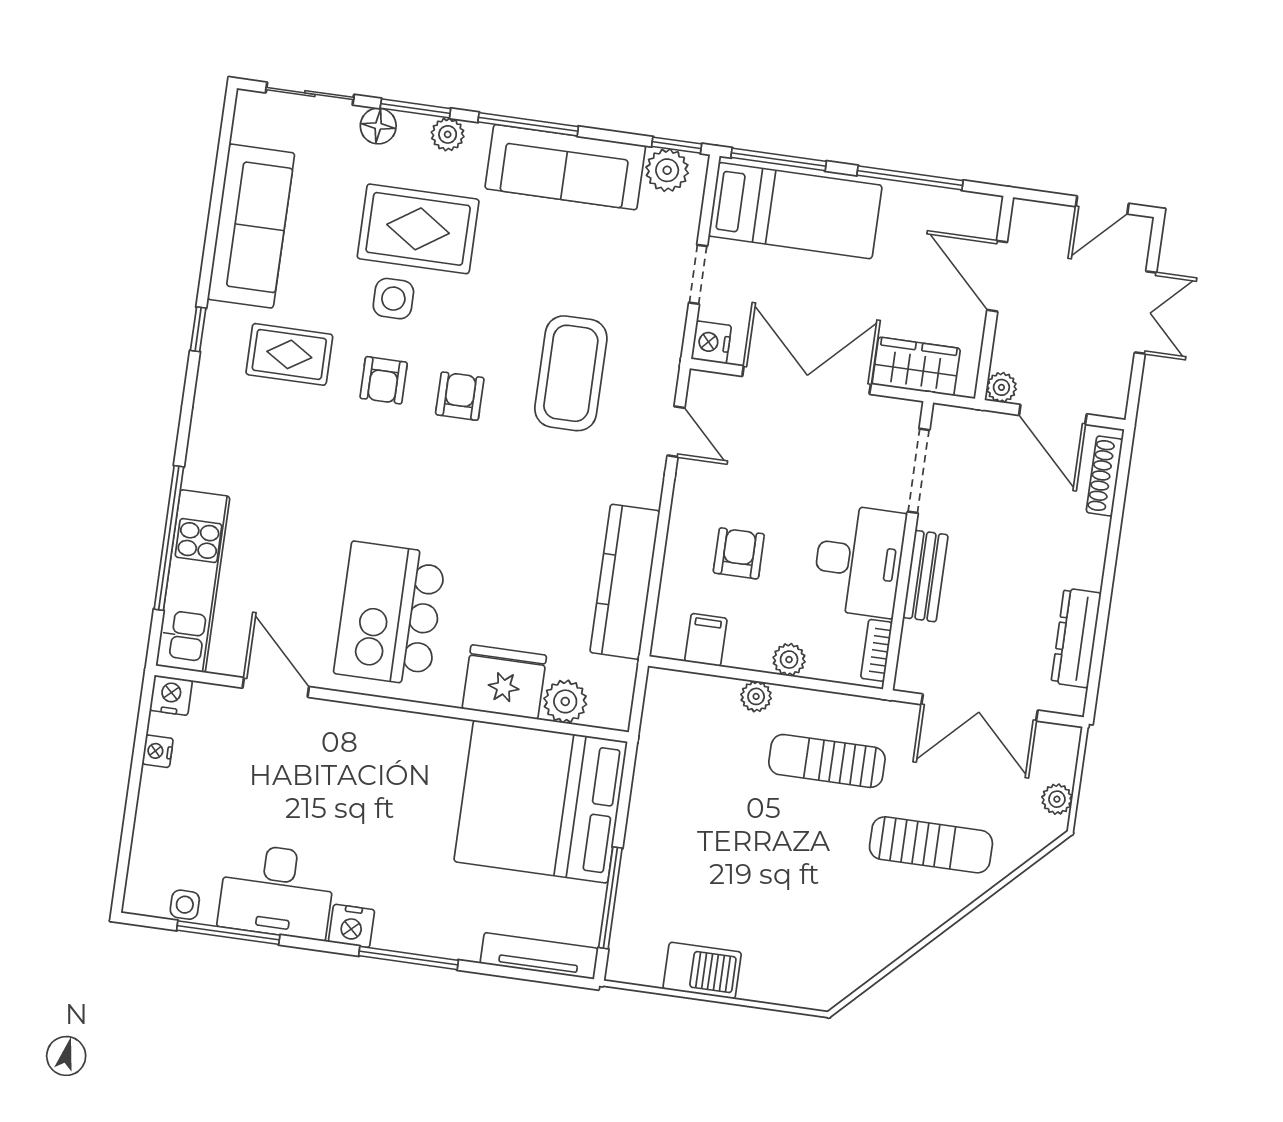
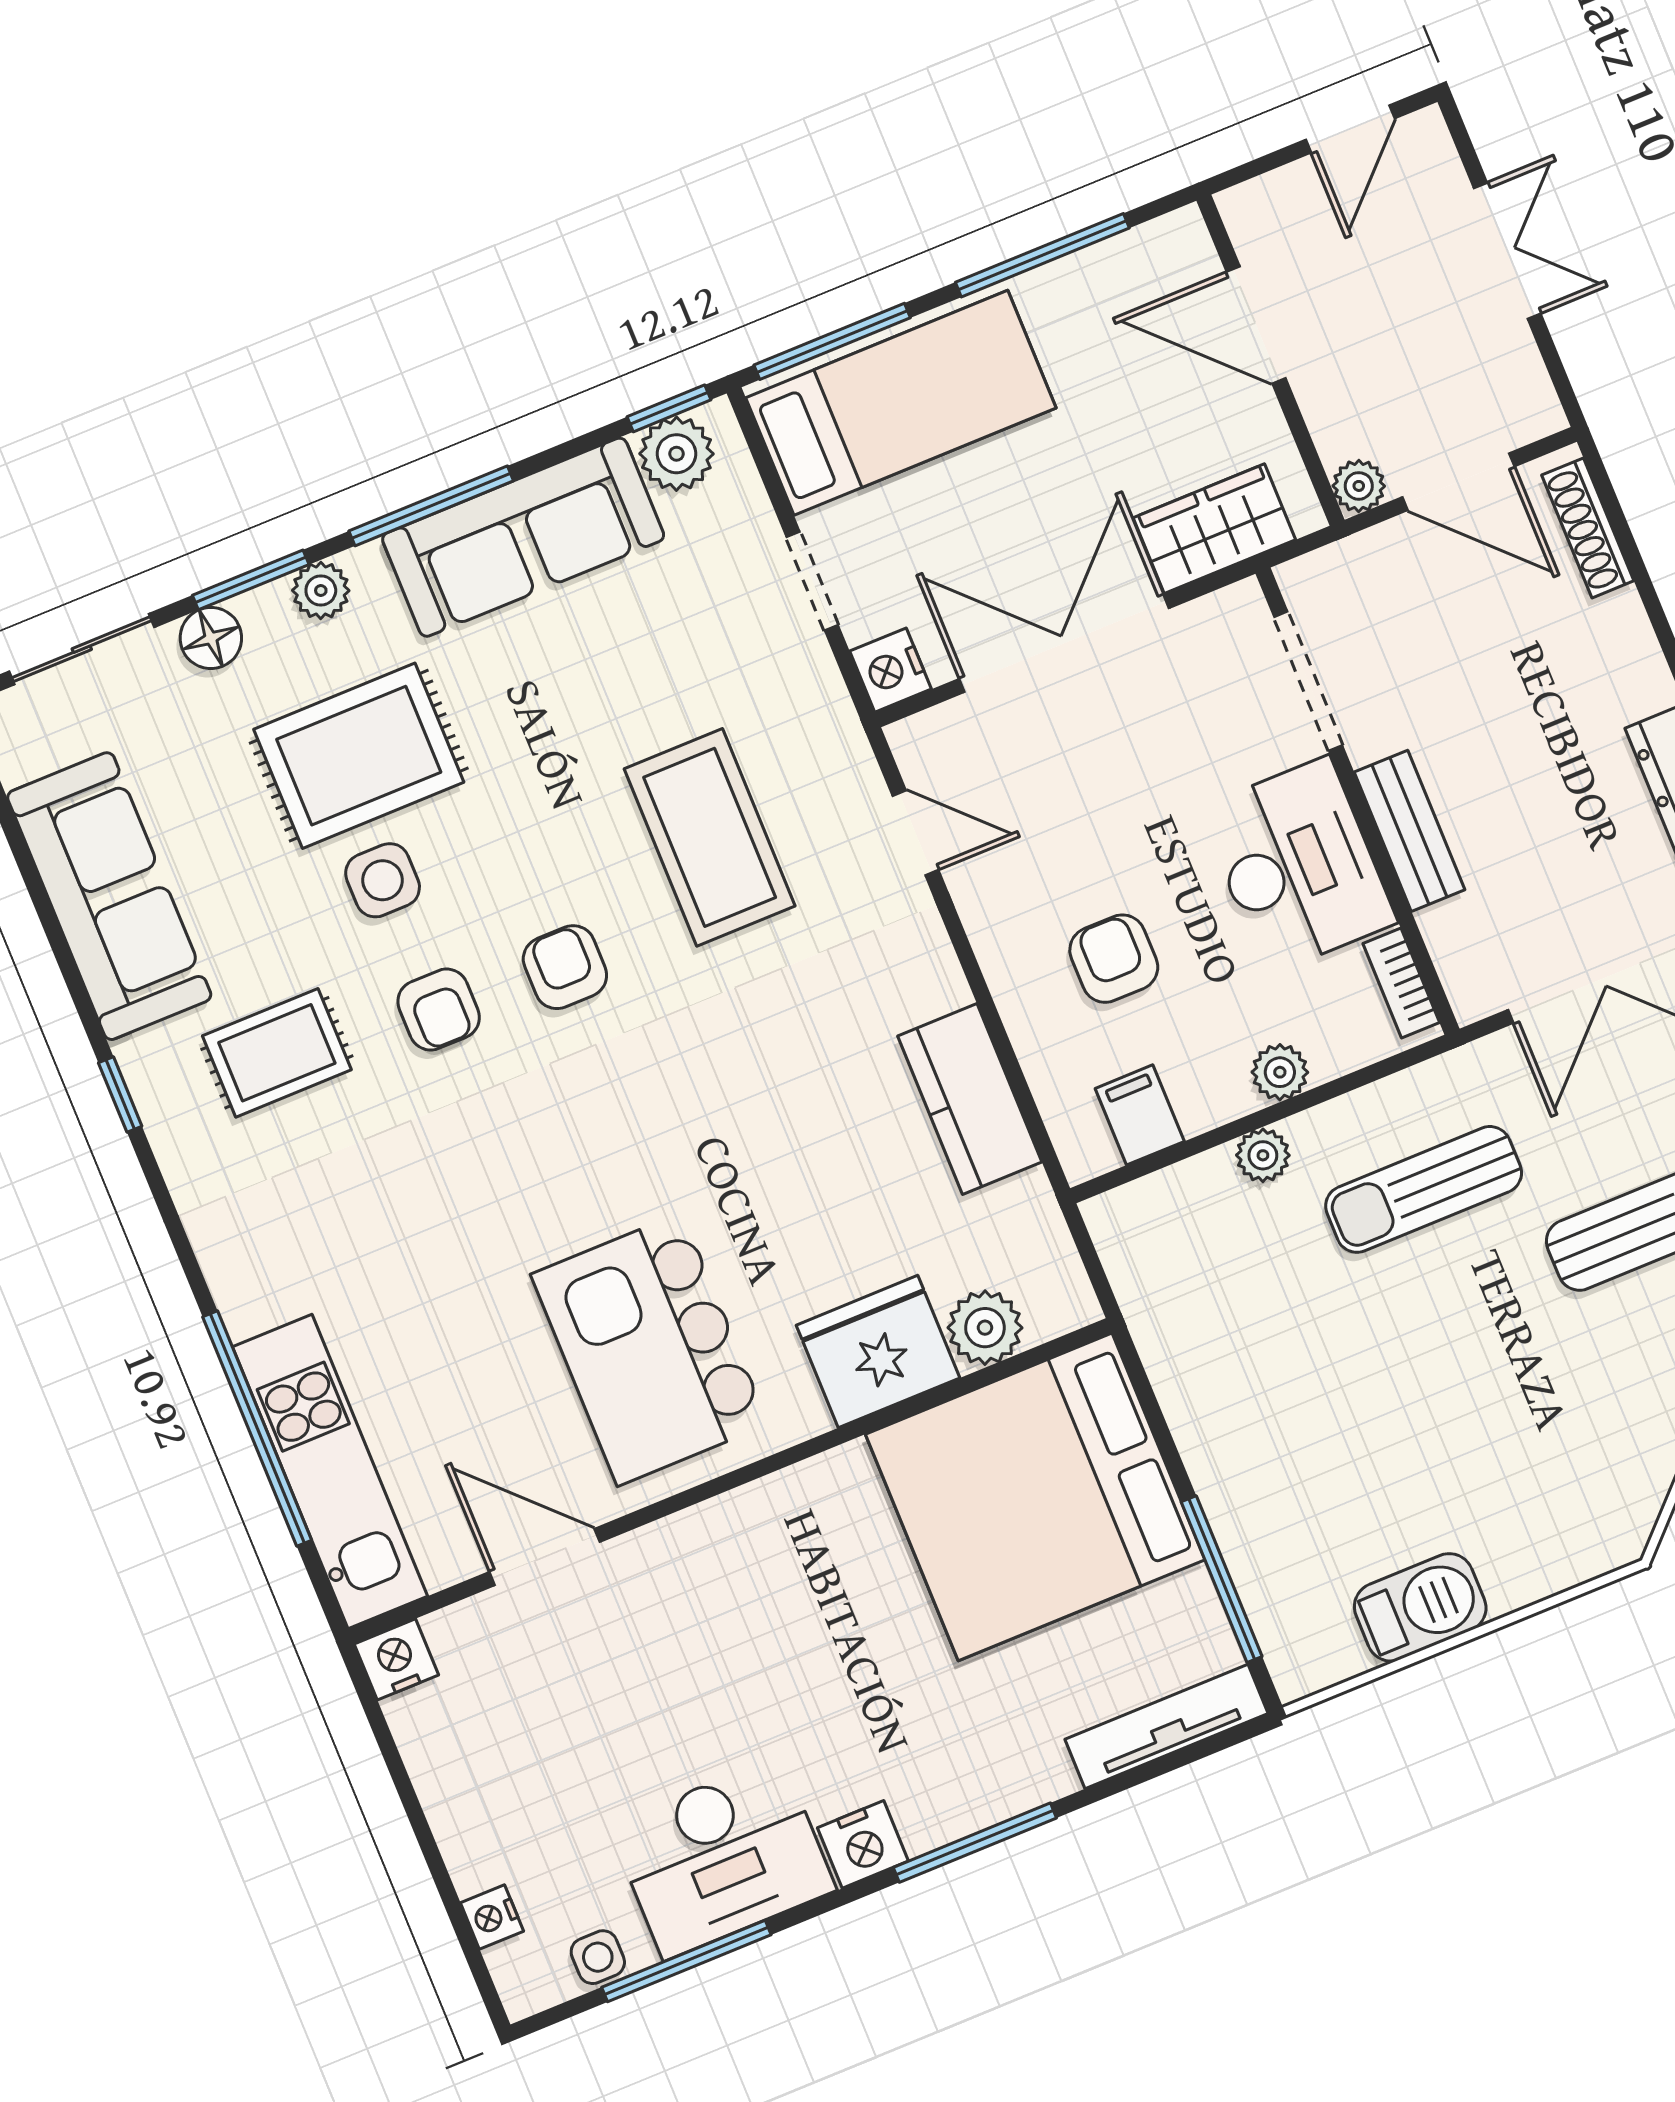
kitchen counter: (625, 582) -> (970, 1099), width x0.67
nightstand: (158, 751) -> (492, 1917), moved

